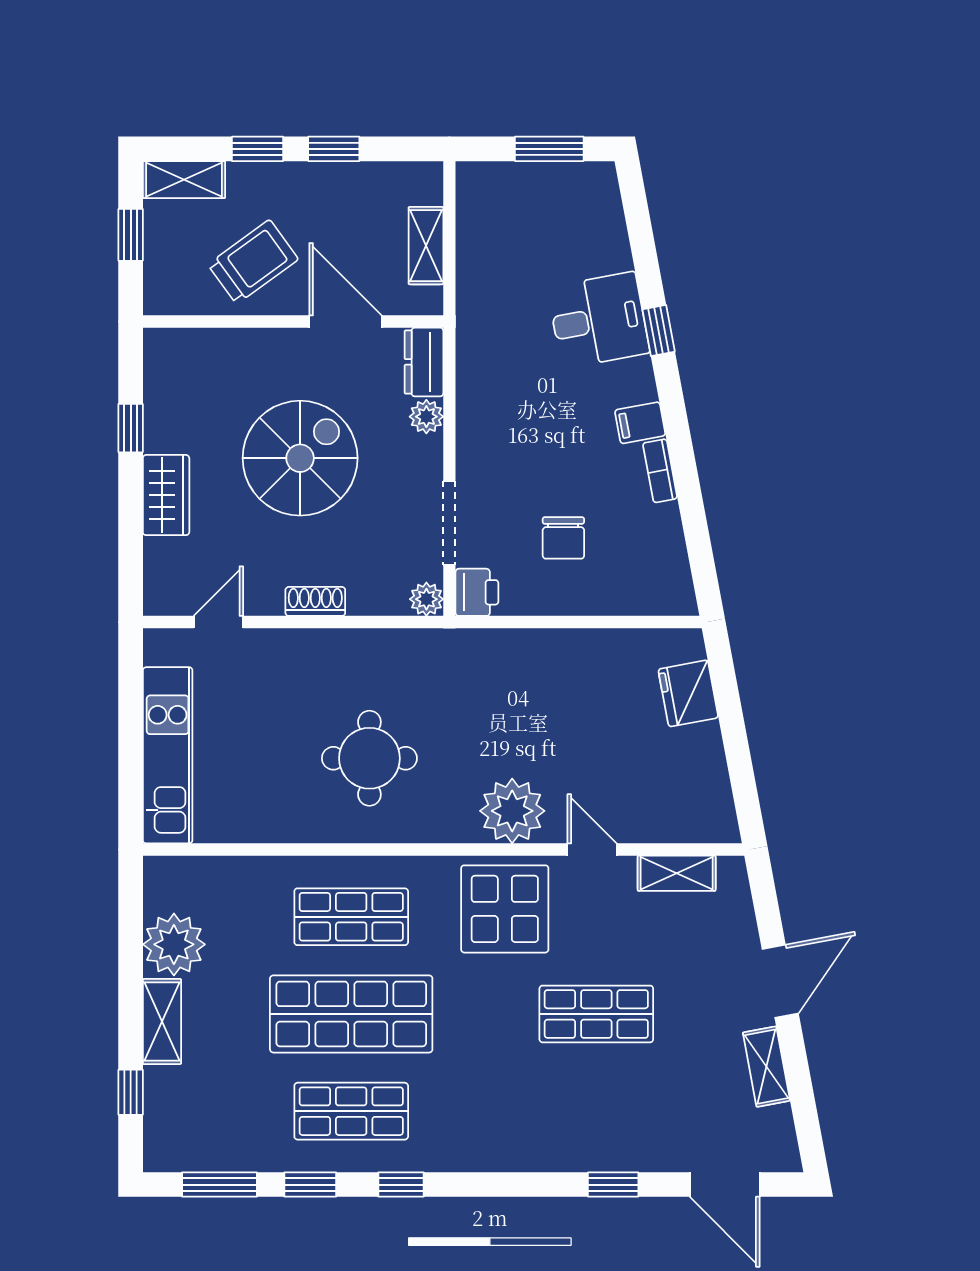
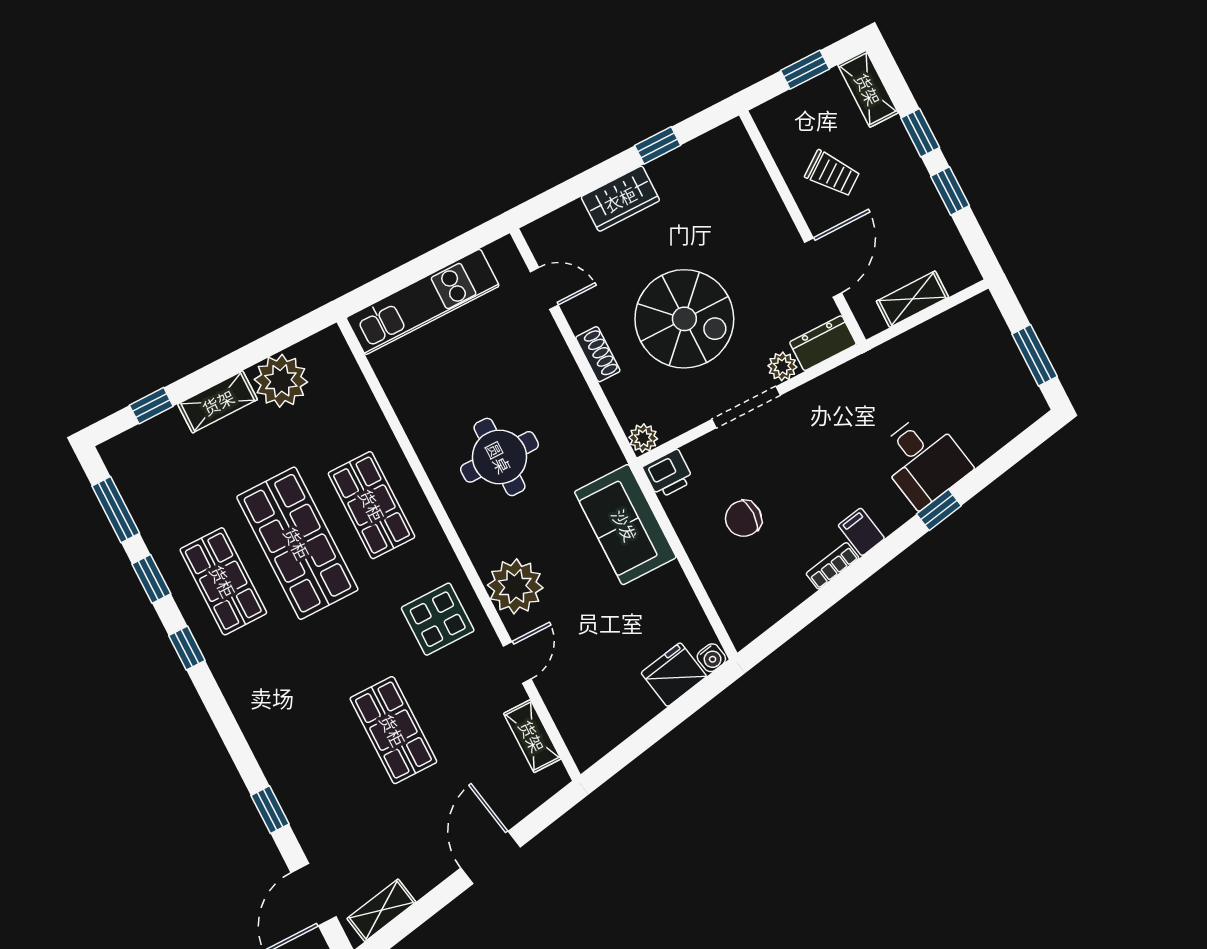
trolley: (253, 262) -> (832, 174), width x0.73, depth x0.72
spiral stairs: (300, 458) -> (684, 319), moved
doorway: (449, 523) -> (746, 407), moved
water cooler: (691, 645) -> (711, 658), added
sofa: (507, 664) -> (625, 525), added
display table: (505, 909) -> (438, 619), width x0.73, depth x0.73
door: (780, 981) -> (490, 857), swing flipped
shelving: (766, 1067) -> (381, 910), moved

